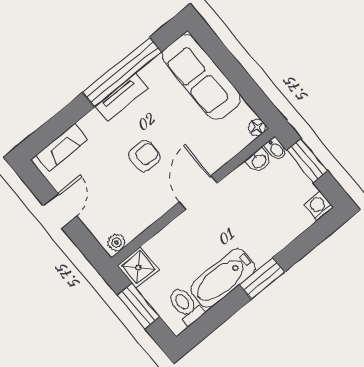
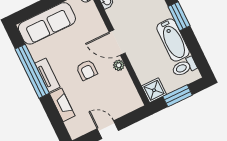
fireplace: (62, 148) -> (62, 105), moved
armchair: (144, 156) -> (87, 70), turned 180
plant: (117, 243) -> (119, 65), moved

